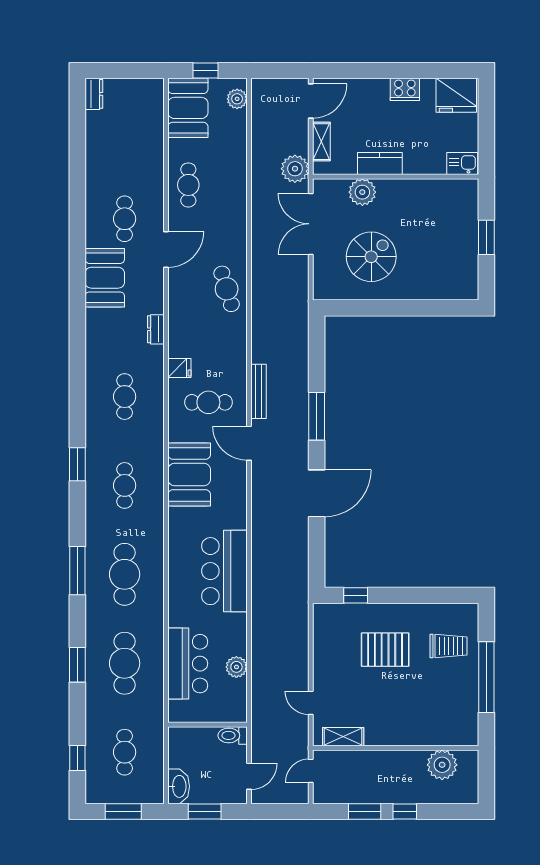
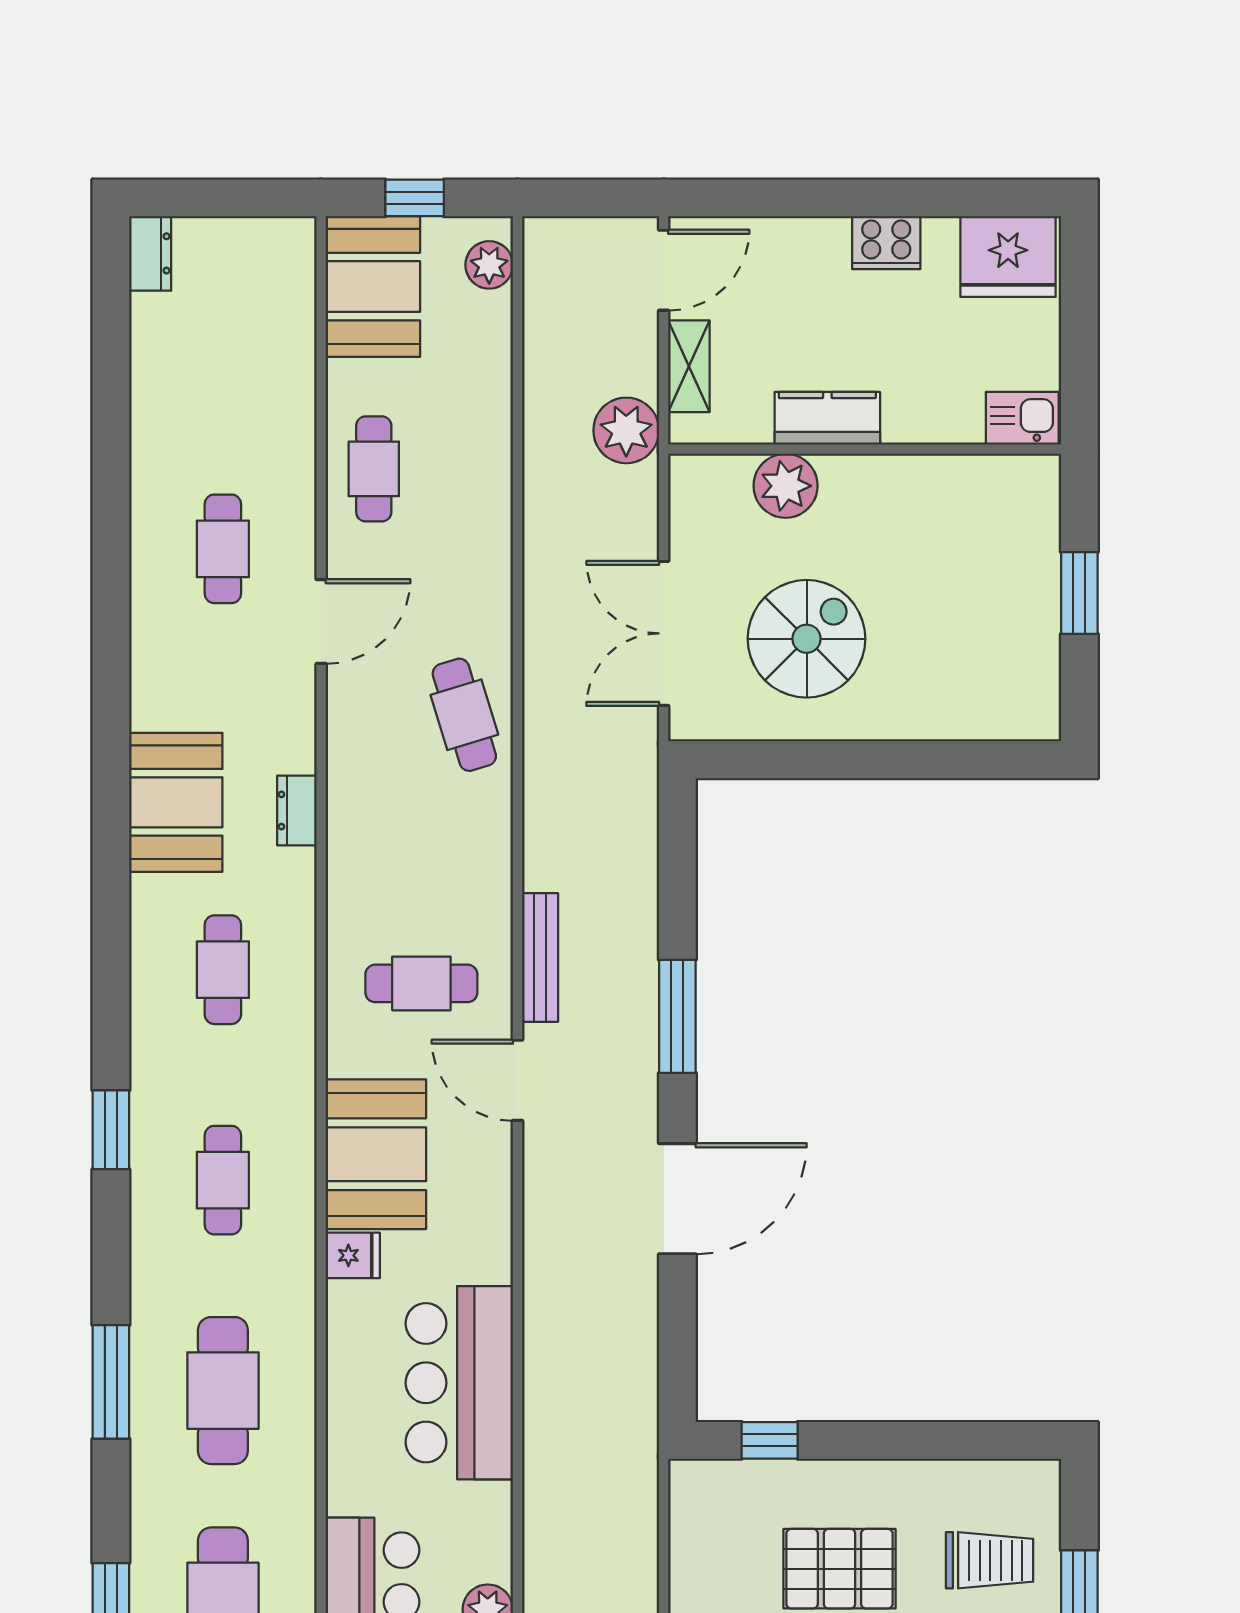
double door: (311, 224) -> (664, 633), moved
booth: (105, 278) -> (176, 802), moved
fridge: (179, 368) -> (353, 1255), moved

